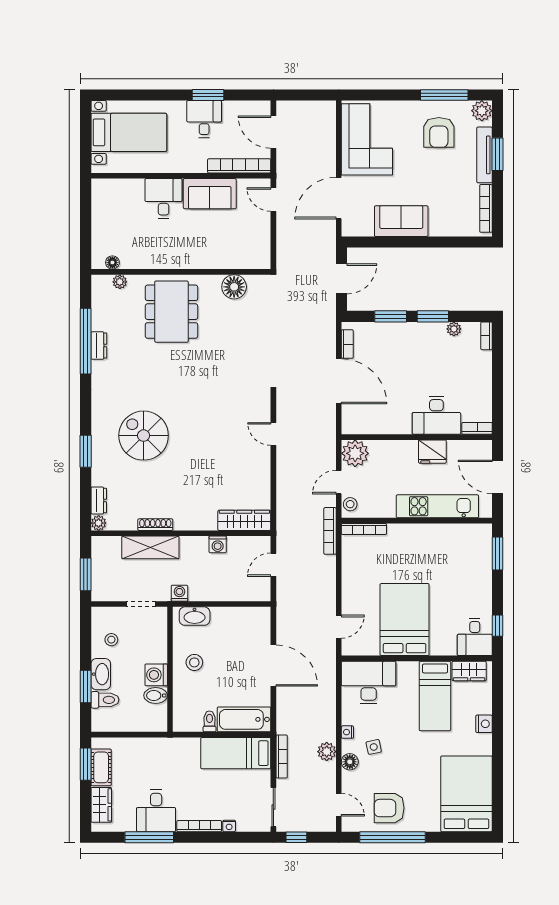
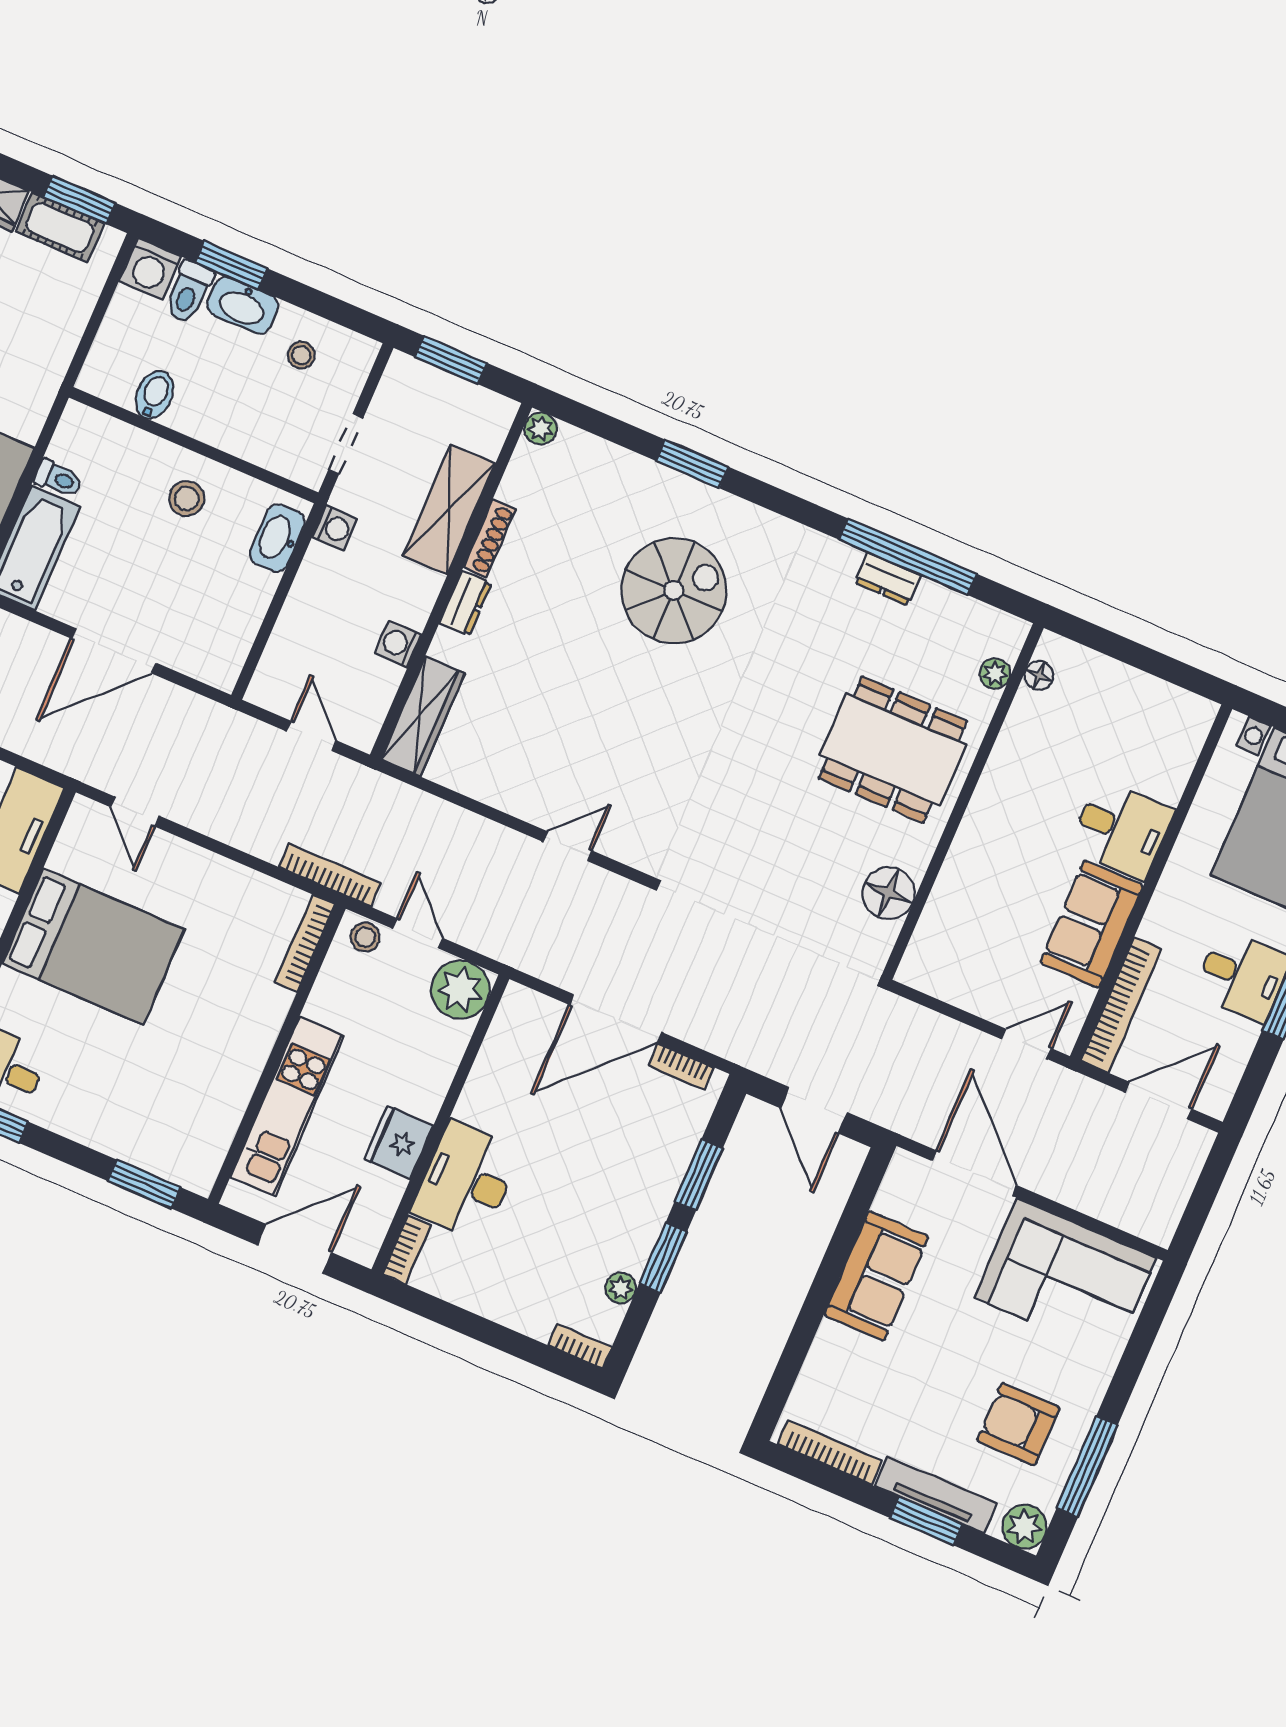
dresser: (99, 501) -> (465, 603), moved, turned -90
washing machine: (156, 675) -> (150, 269), moved, turned 180

